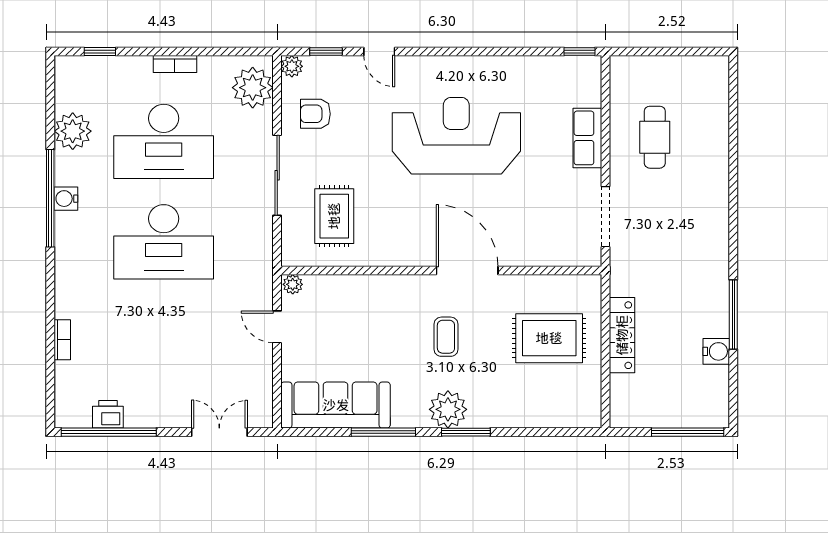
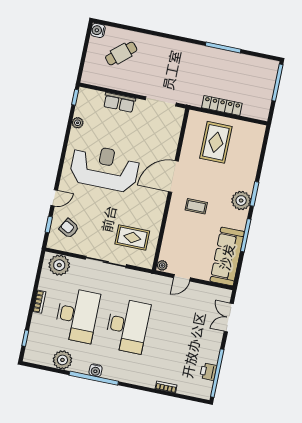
plant: (292, 66) -> (78, 123), moved
armchair: (315, 114) -> (69, 228), moved, turned 119
reception desk: (456, 136) -> (105, 168), turned 90
cafe table: (655, 137) -> (121, 54), moved, turned -41
coffee table: (446, 337) -> (196, 206), moved
water cooler: (716, 351) -> (98, 30), moved, turned -90

